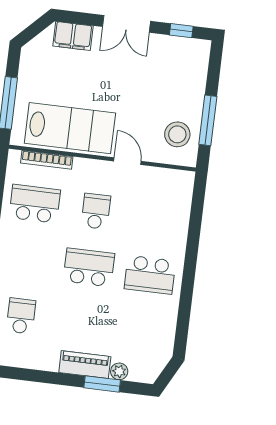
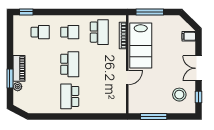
filing cabinet: (73, 36) -> (189, 36), width x0.50
stool: (177, 134) -> (179, 95), moved
school desk: (96, 211) -> (70, 32), moved

